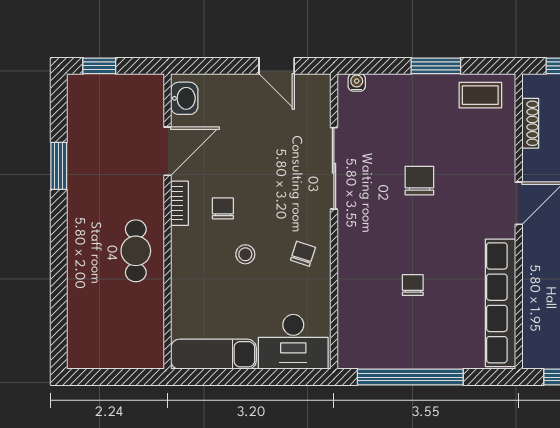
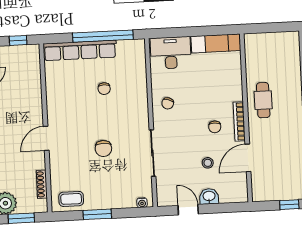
washbasin: (184, 98) -> (209, 196), moved, turned 90
bookcase: (179, 203) -> (239, 121), width x1.56
stool: (245, 254) -> (208, 163), moved
row of seats: (500, 303) -> (80, 50), moved, turned 90

